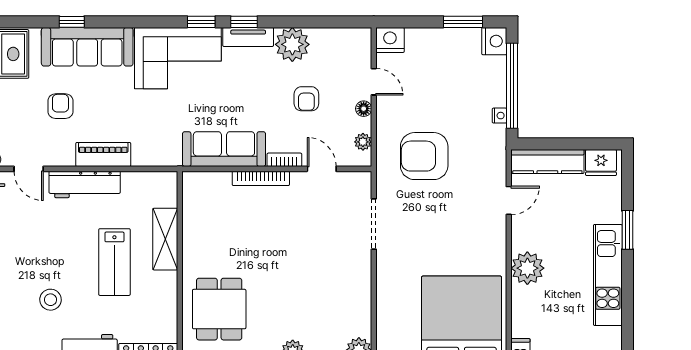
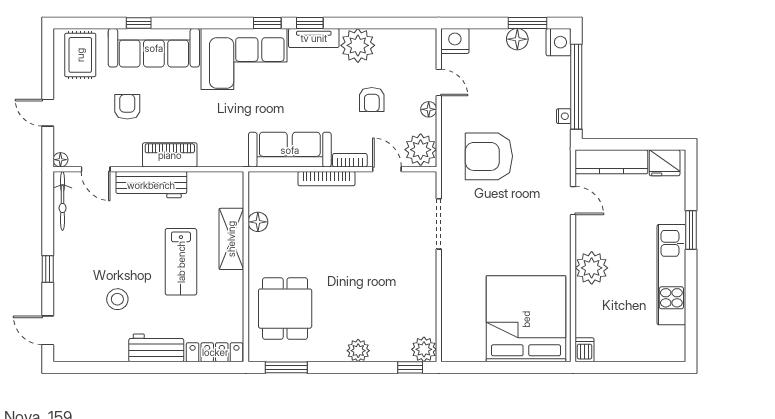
floor lamp: (453, 38) -> (517, 39), added
plant: (363, 142) -> (421, 150), width x1.88, depth x1.88
door: (509, 200) -> (573, 201), hinge flipped
floor lamp: (192, 222) -> (258, 222), added

